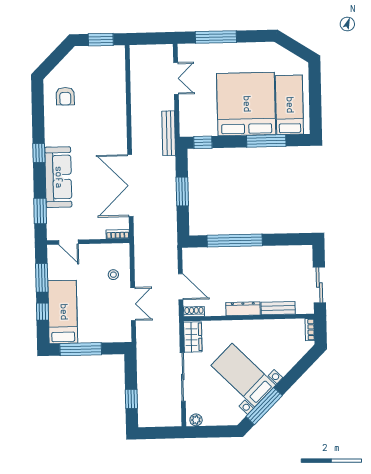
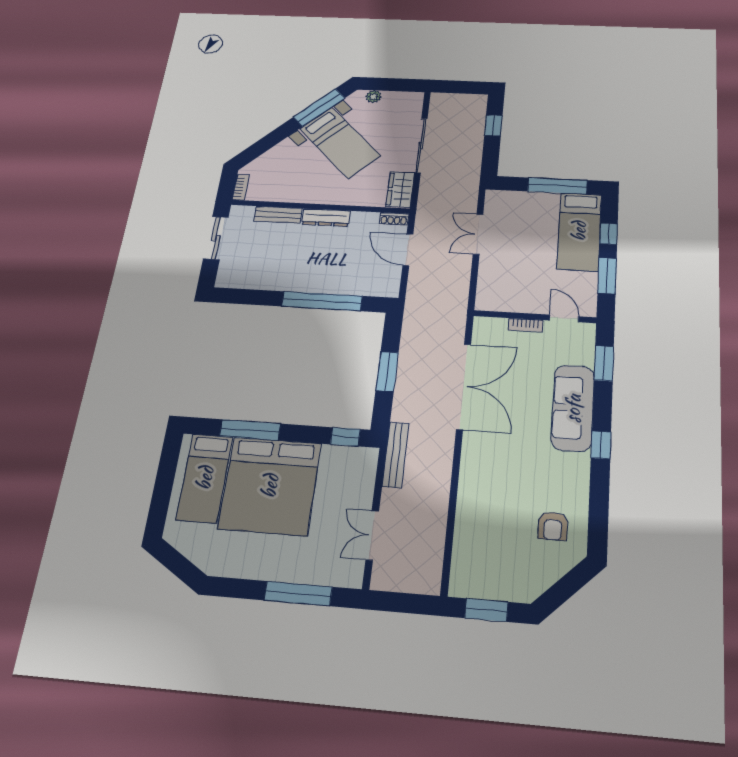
armchair: (65, 96) -> (553, 526), turned 180
bookcase: (118, 234) -> (525, 325), moved
stool: (113, 275) -> (502, 272), removed
plant: (196, 420) -> (374, 97), moved

